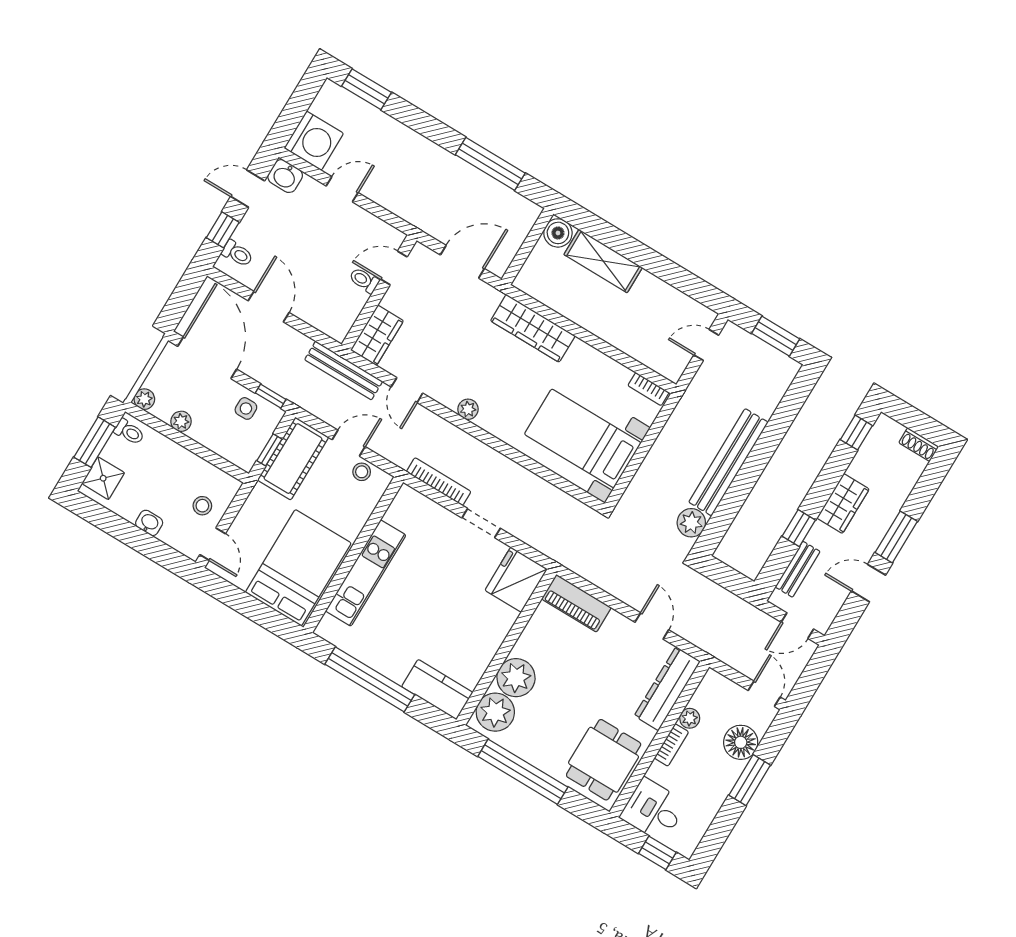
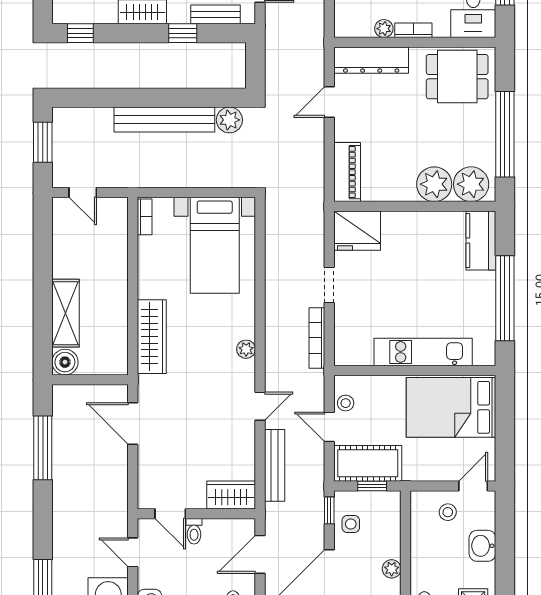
door: (394, 268) -> (170, 514), moved
toilet: (364, 280) -> (194, 531), moved
wall: (379, 292) -> (196, 514), moved
wardrobe: (377, 335) -> (231, 495), moved
washbasin: (149, 523) -> (482, 546), width x1.38, depth x1.45

